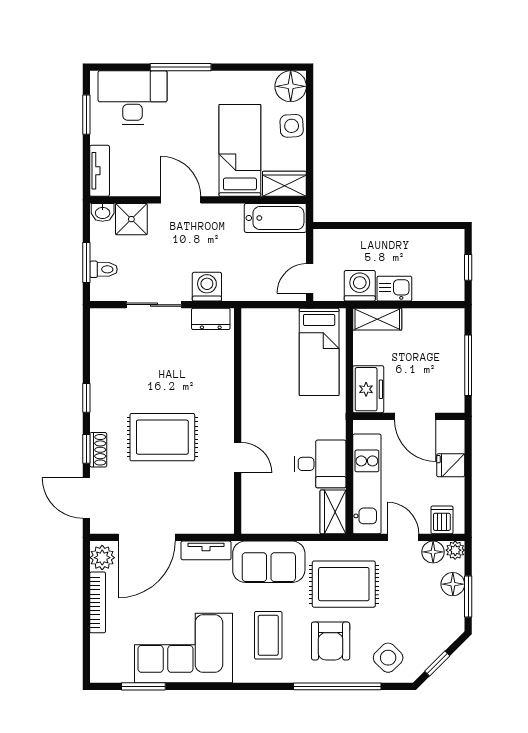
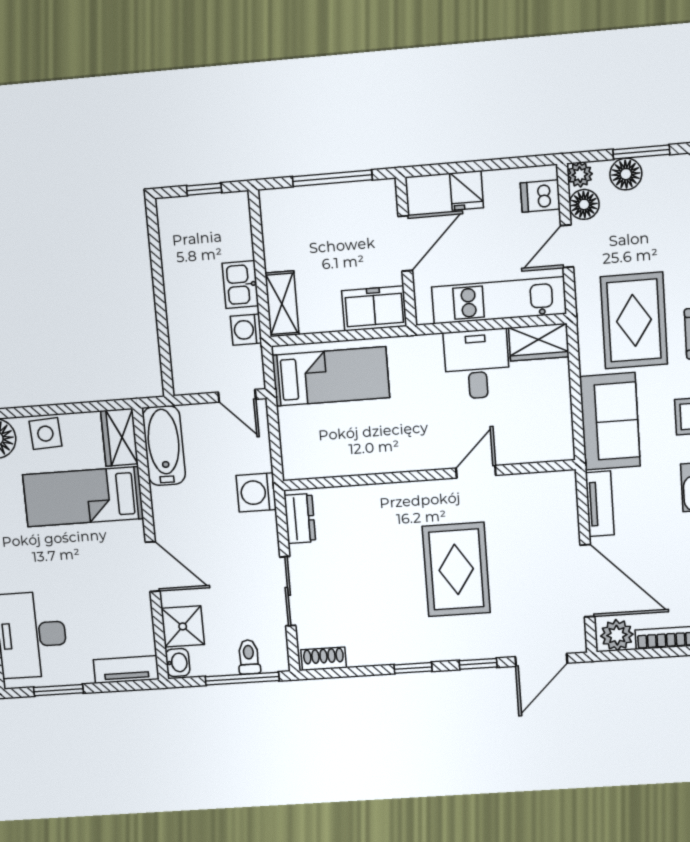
door: (181, 200) -> (153, 567), swing flipped
window: (86, 263) -> (242, 679), width x1.44
washing machine: (360, 286) -> (246, 330), width x0.73, depth x0.73
washing machine: (207, 287) -> (256, 492), moved
shoe rack: (98, 450) -> (324, 659), moved

